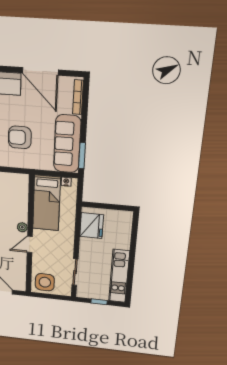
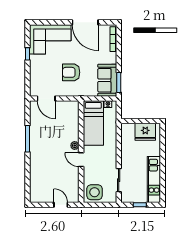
sofa: (67, 144) -> (107, 80), width x0.73
fridge: (92, 226) -> (145, 132), moved, turned 90
door: (30, 244) -> (81, 160), hinge flipped

